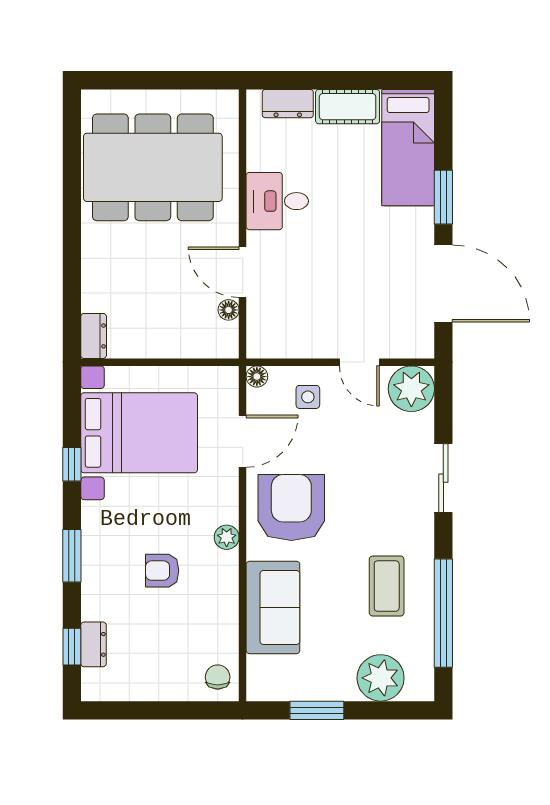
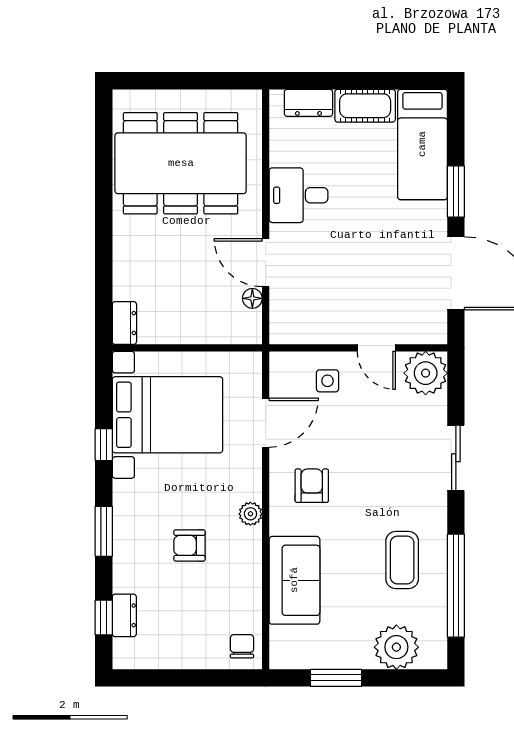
floor lamp: (257, 377) -> (279, 361), removed
armchair: (291, 508) -> (312, 486), width x0.53, depth x0.53

